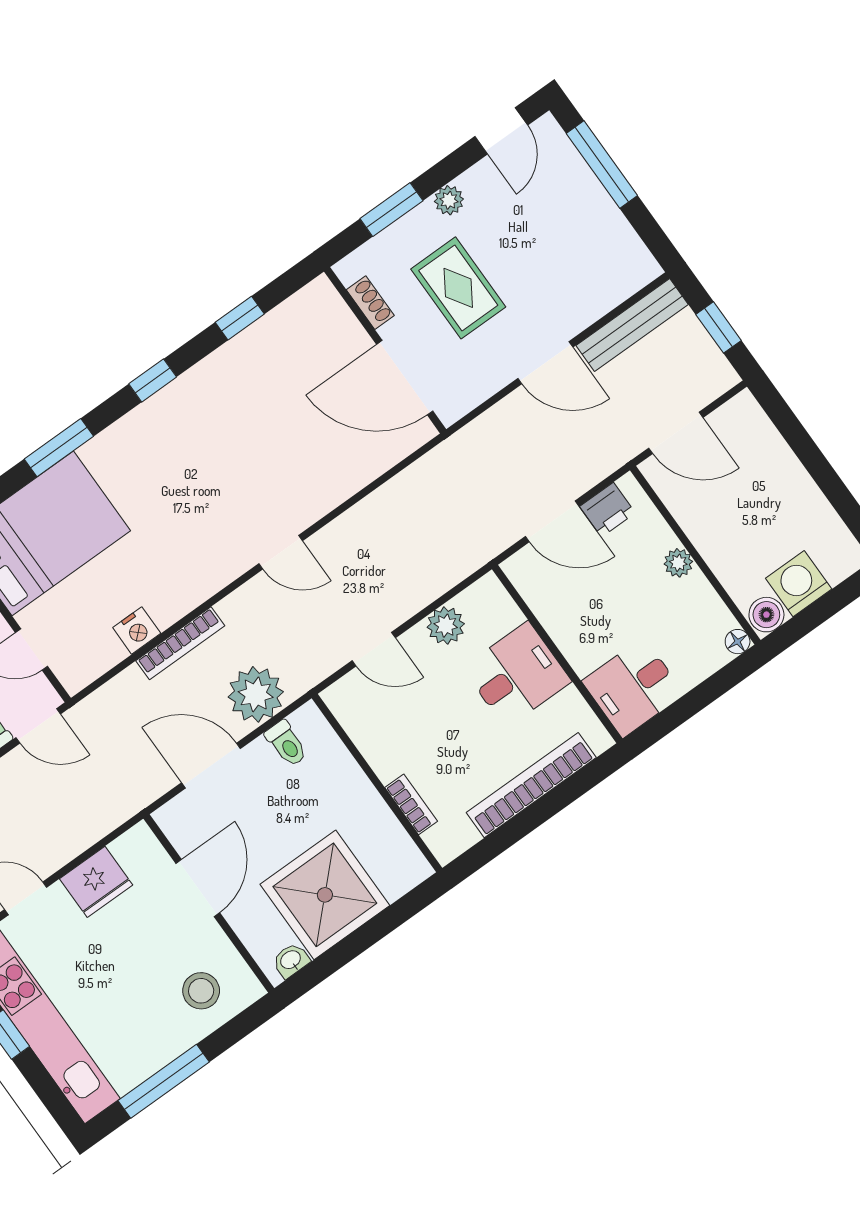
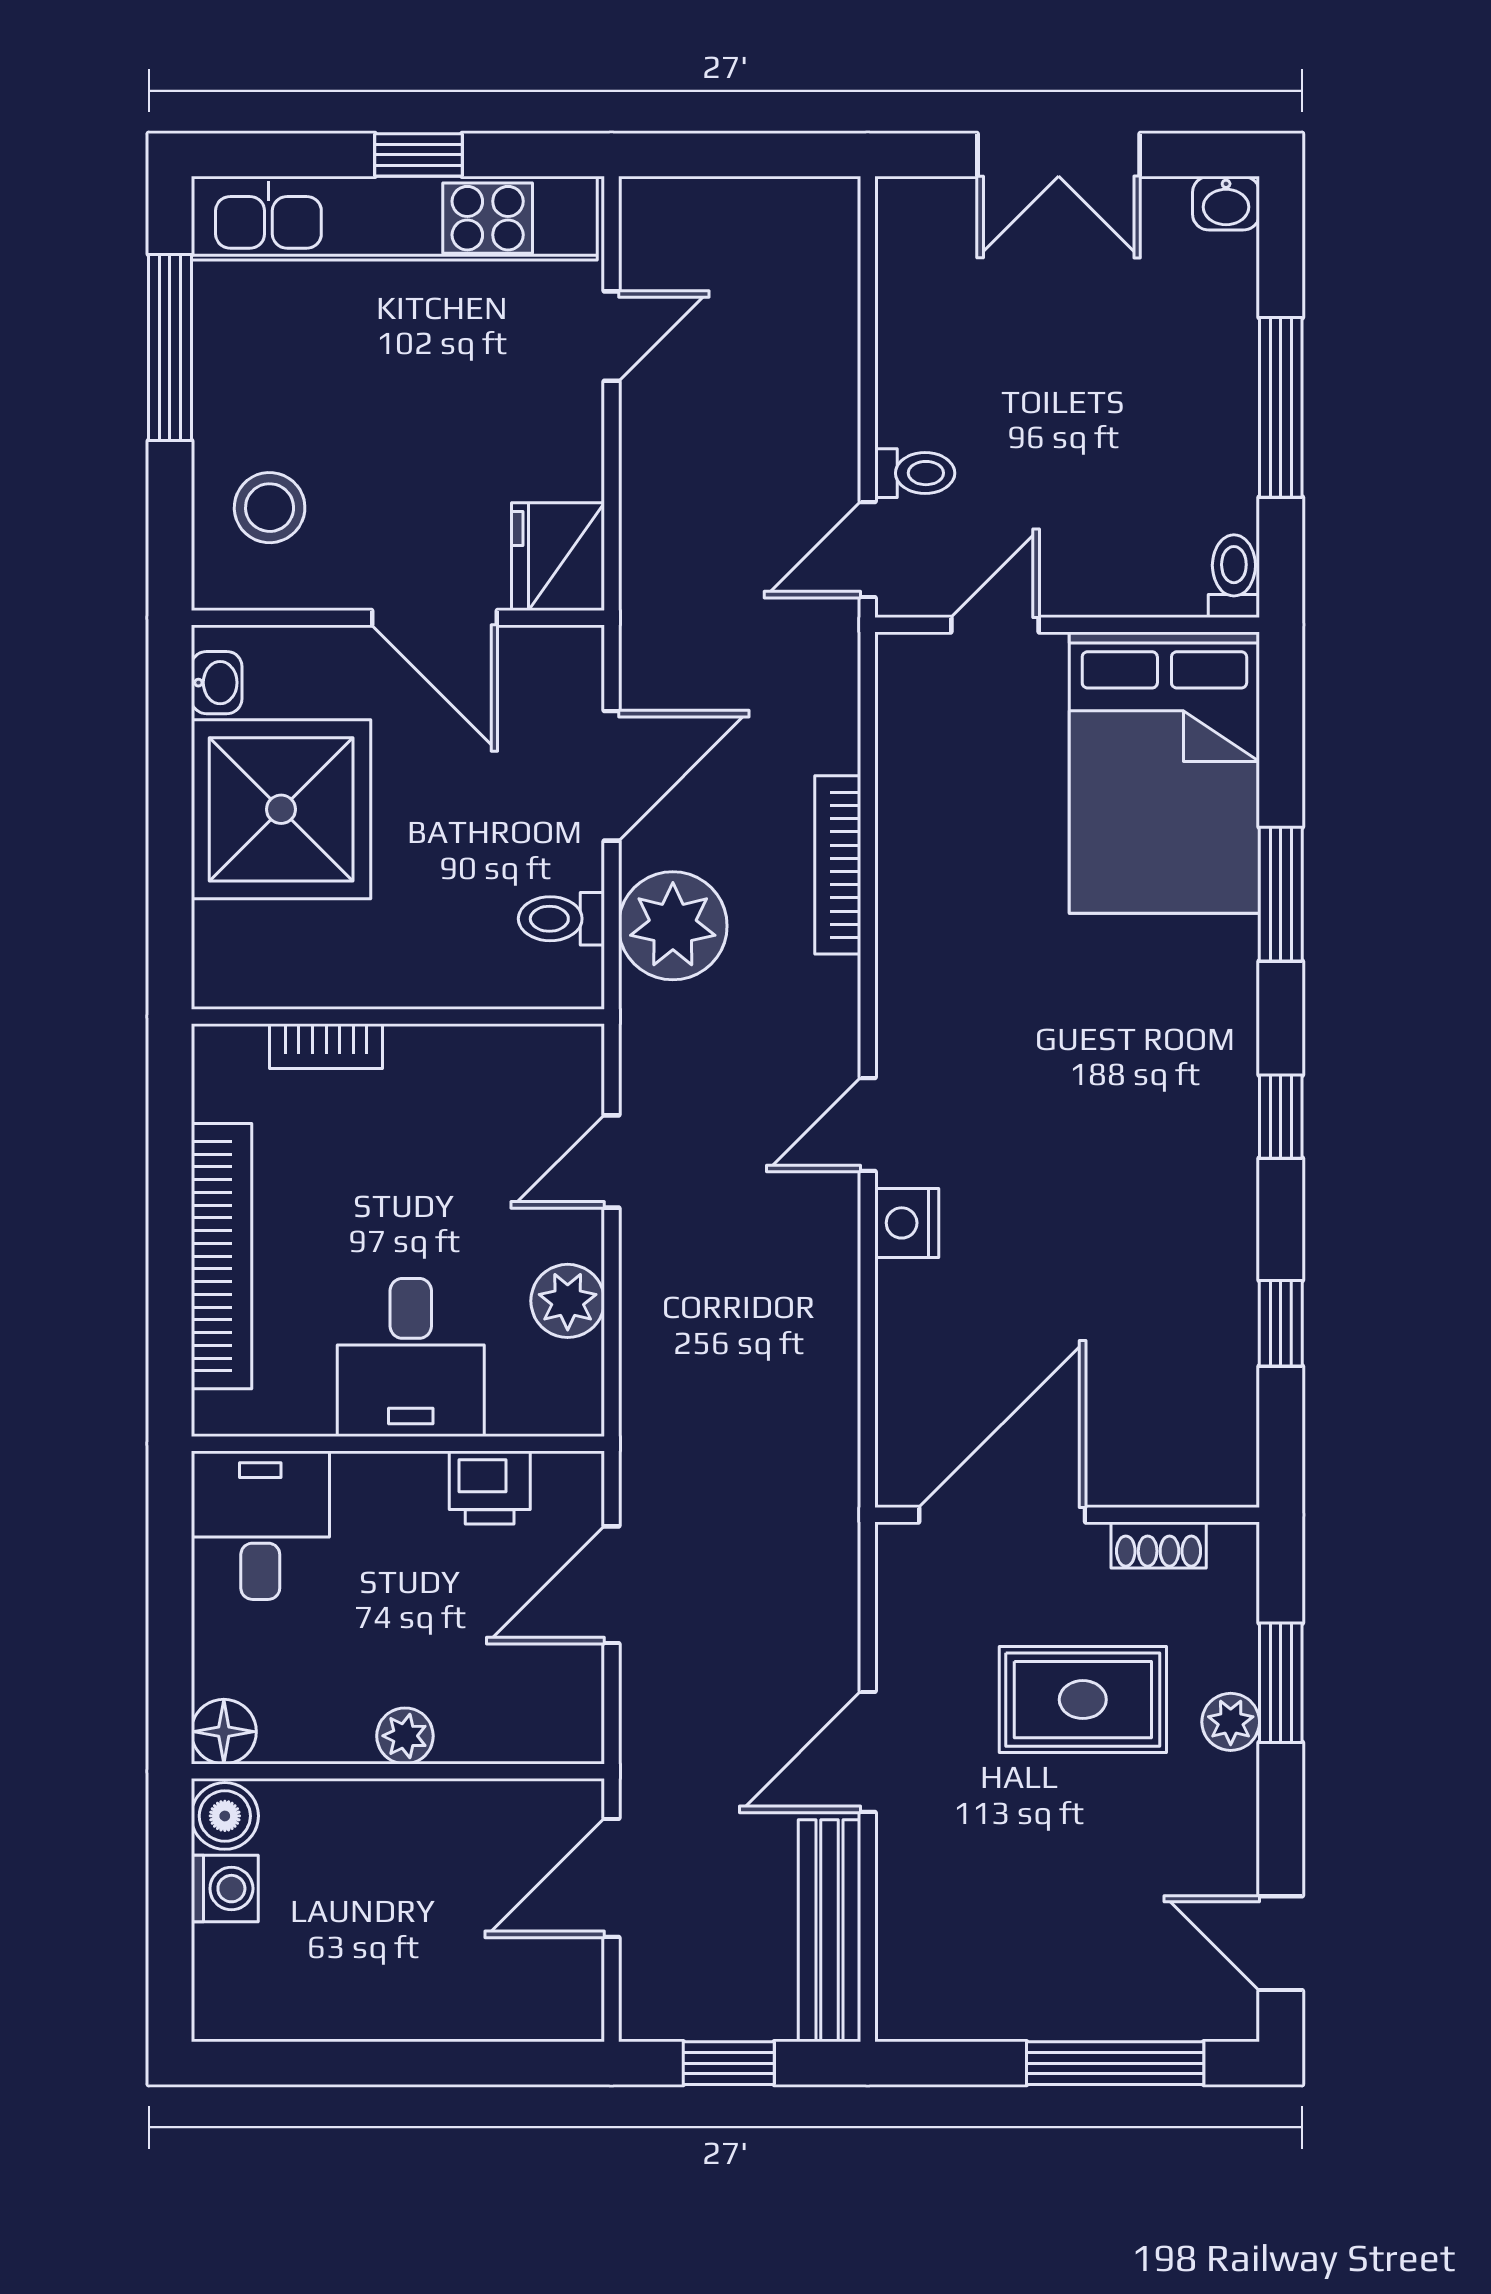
plant: (449, 200) -> (1231, 1722), moved
printer: (608, 510) -> (490, 1488), moved, turned -90
washing machine: (799, 584) -> (225, 1889), width x0.73, depth x0.73
nightstand: (137, 630) -> (907, 1223), moved
floor lamp: (738, 642) -> (224, 1732), width x1.37, depth x1.37
fridge: (96, 882) -> (558, 556), moved

